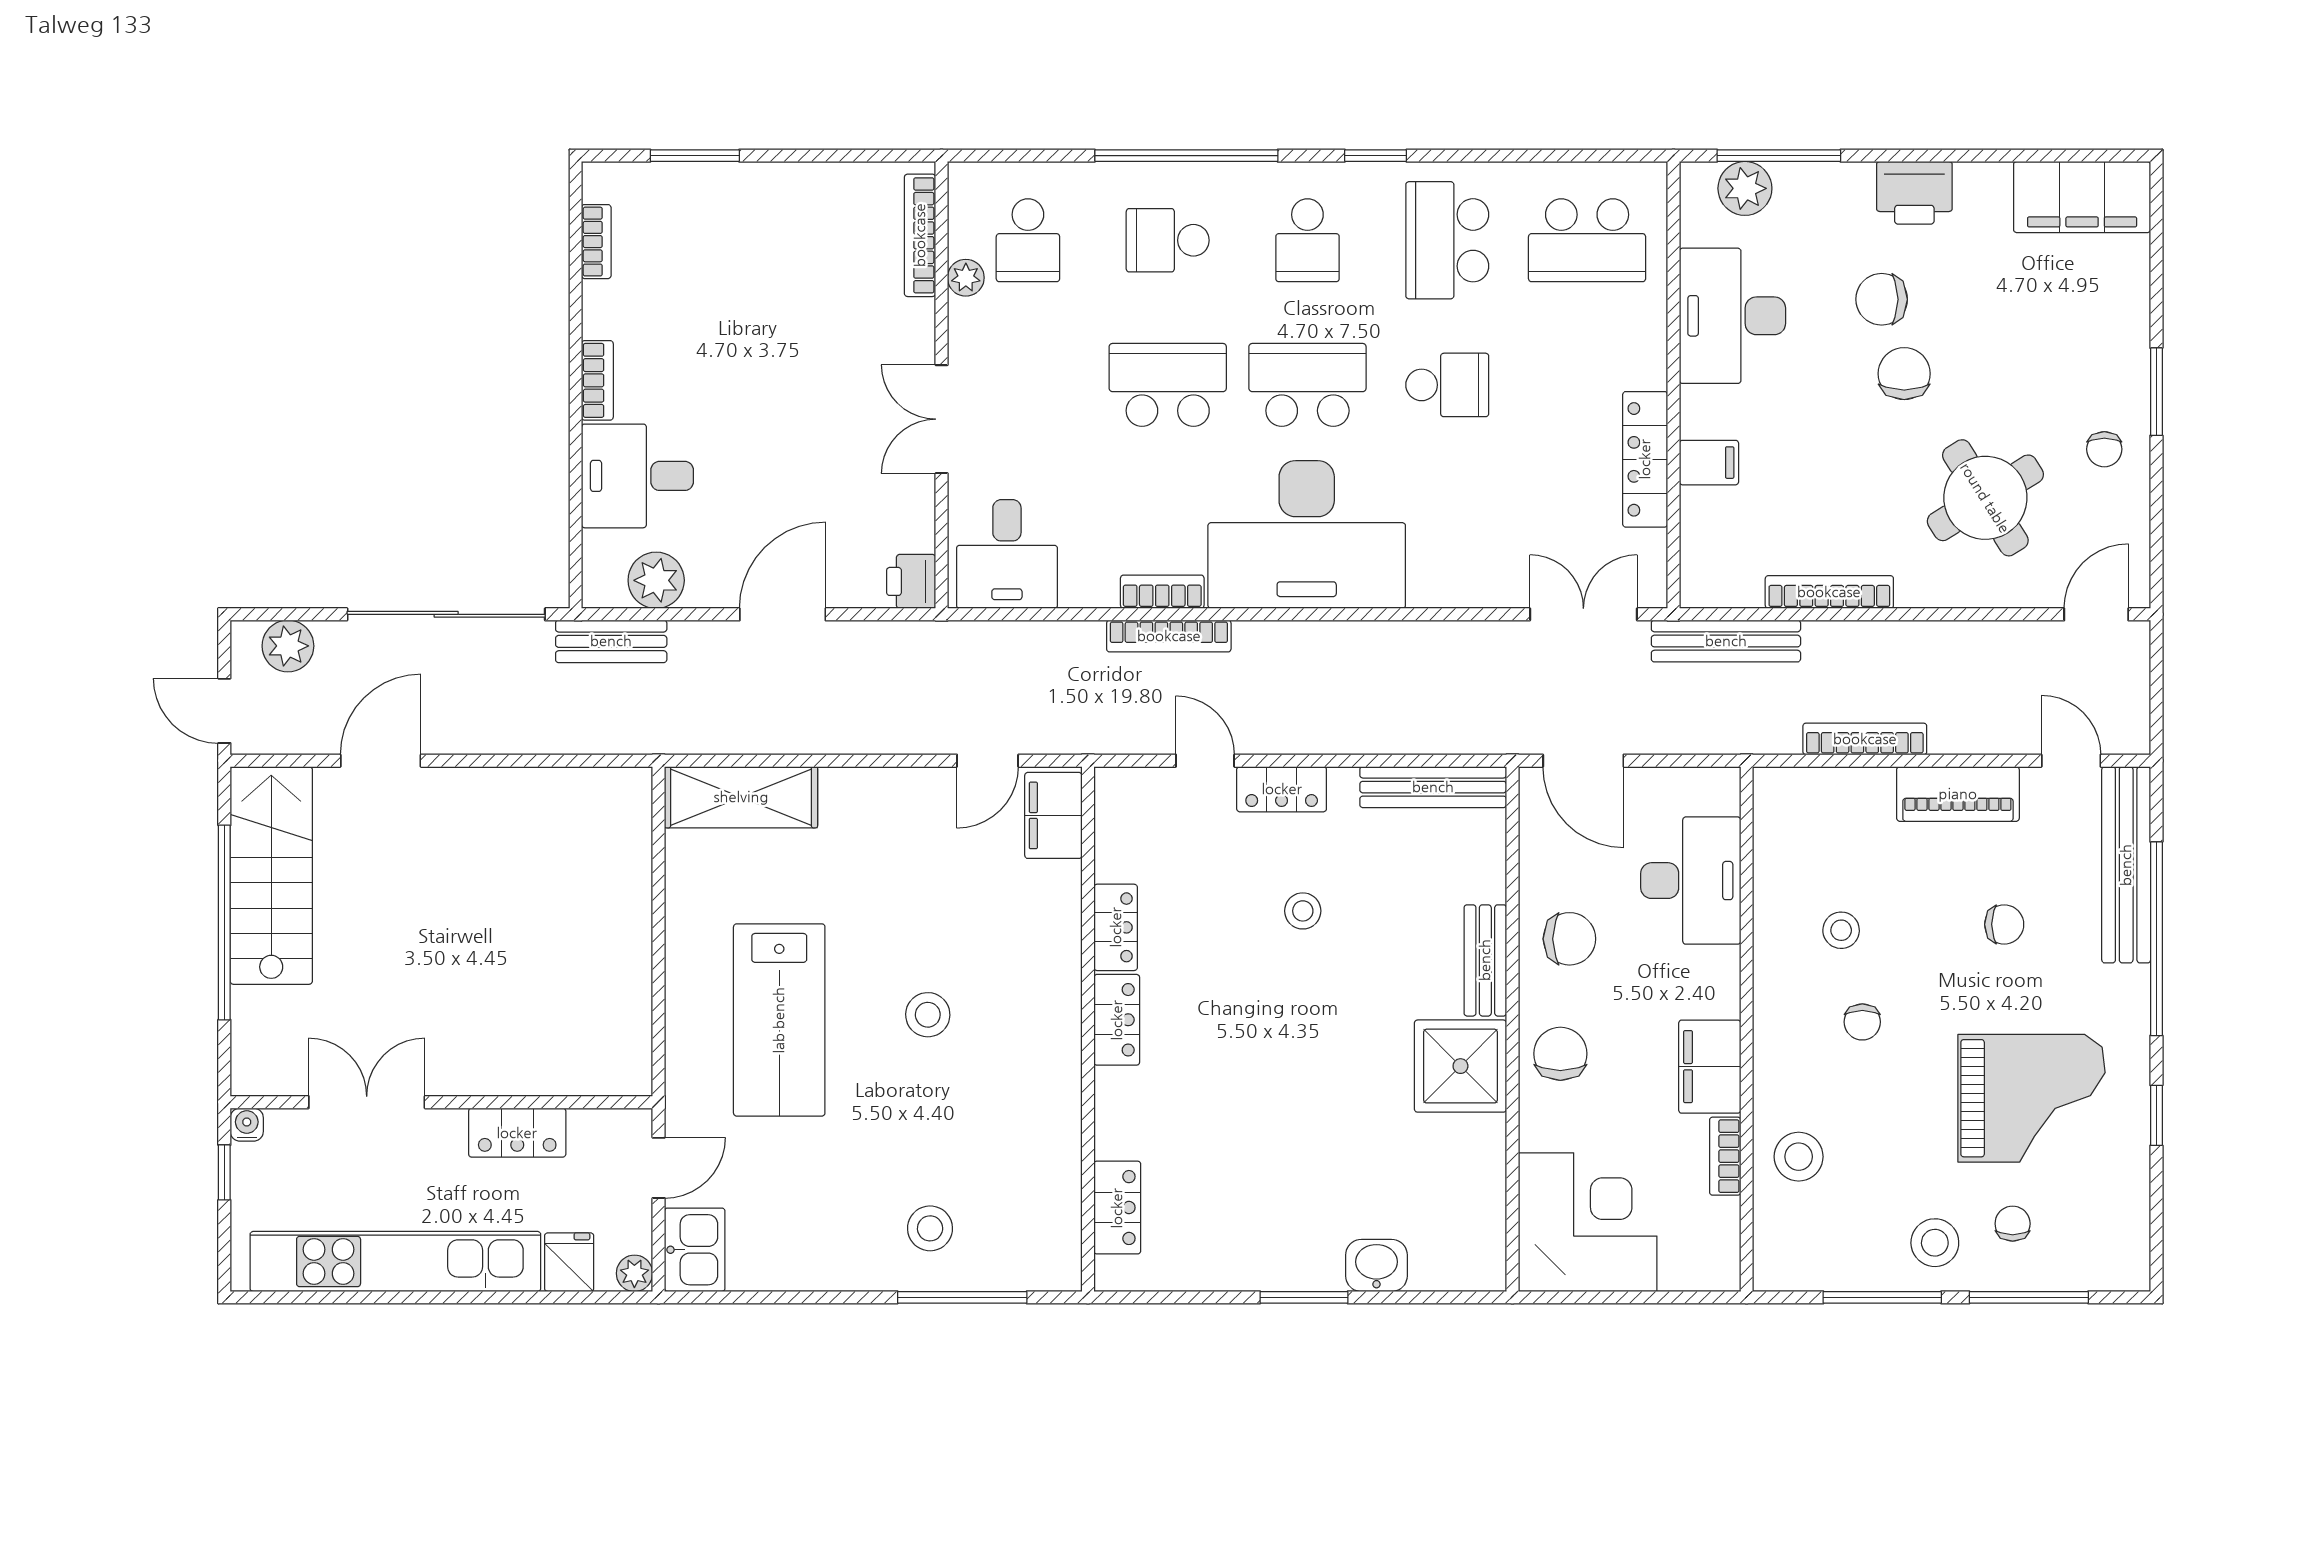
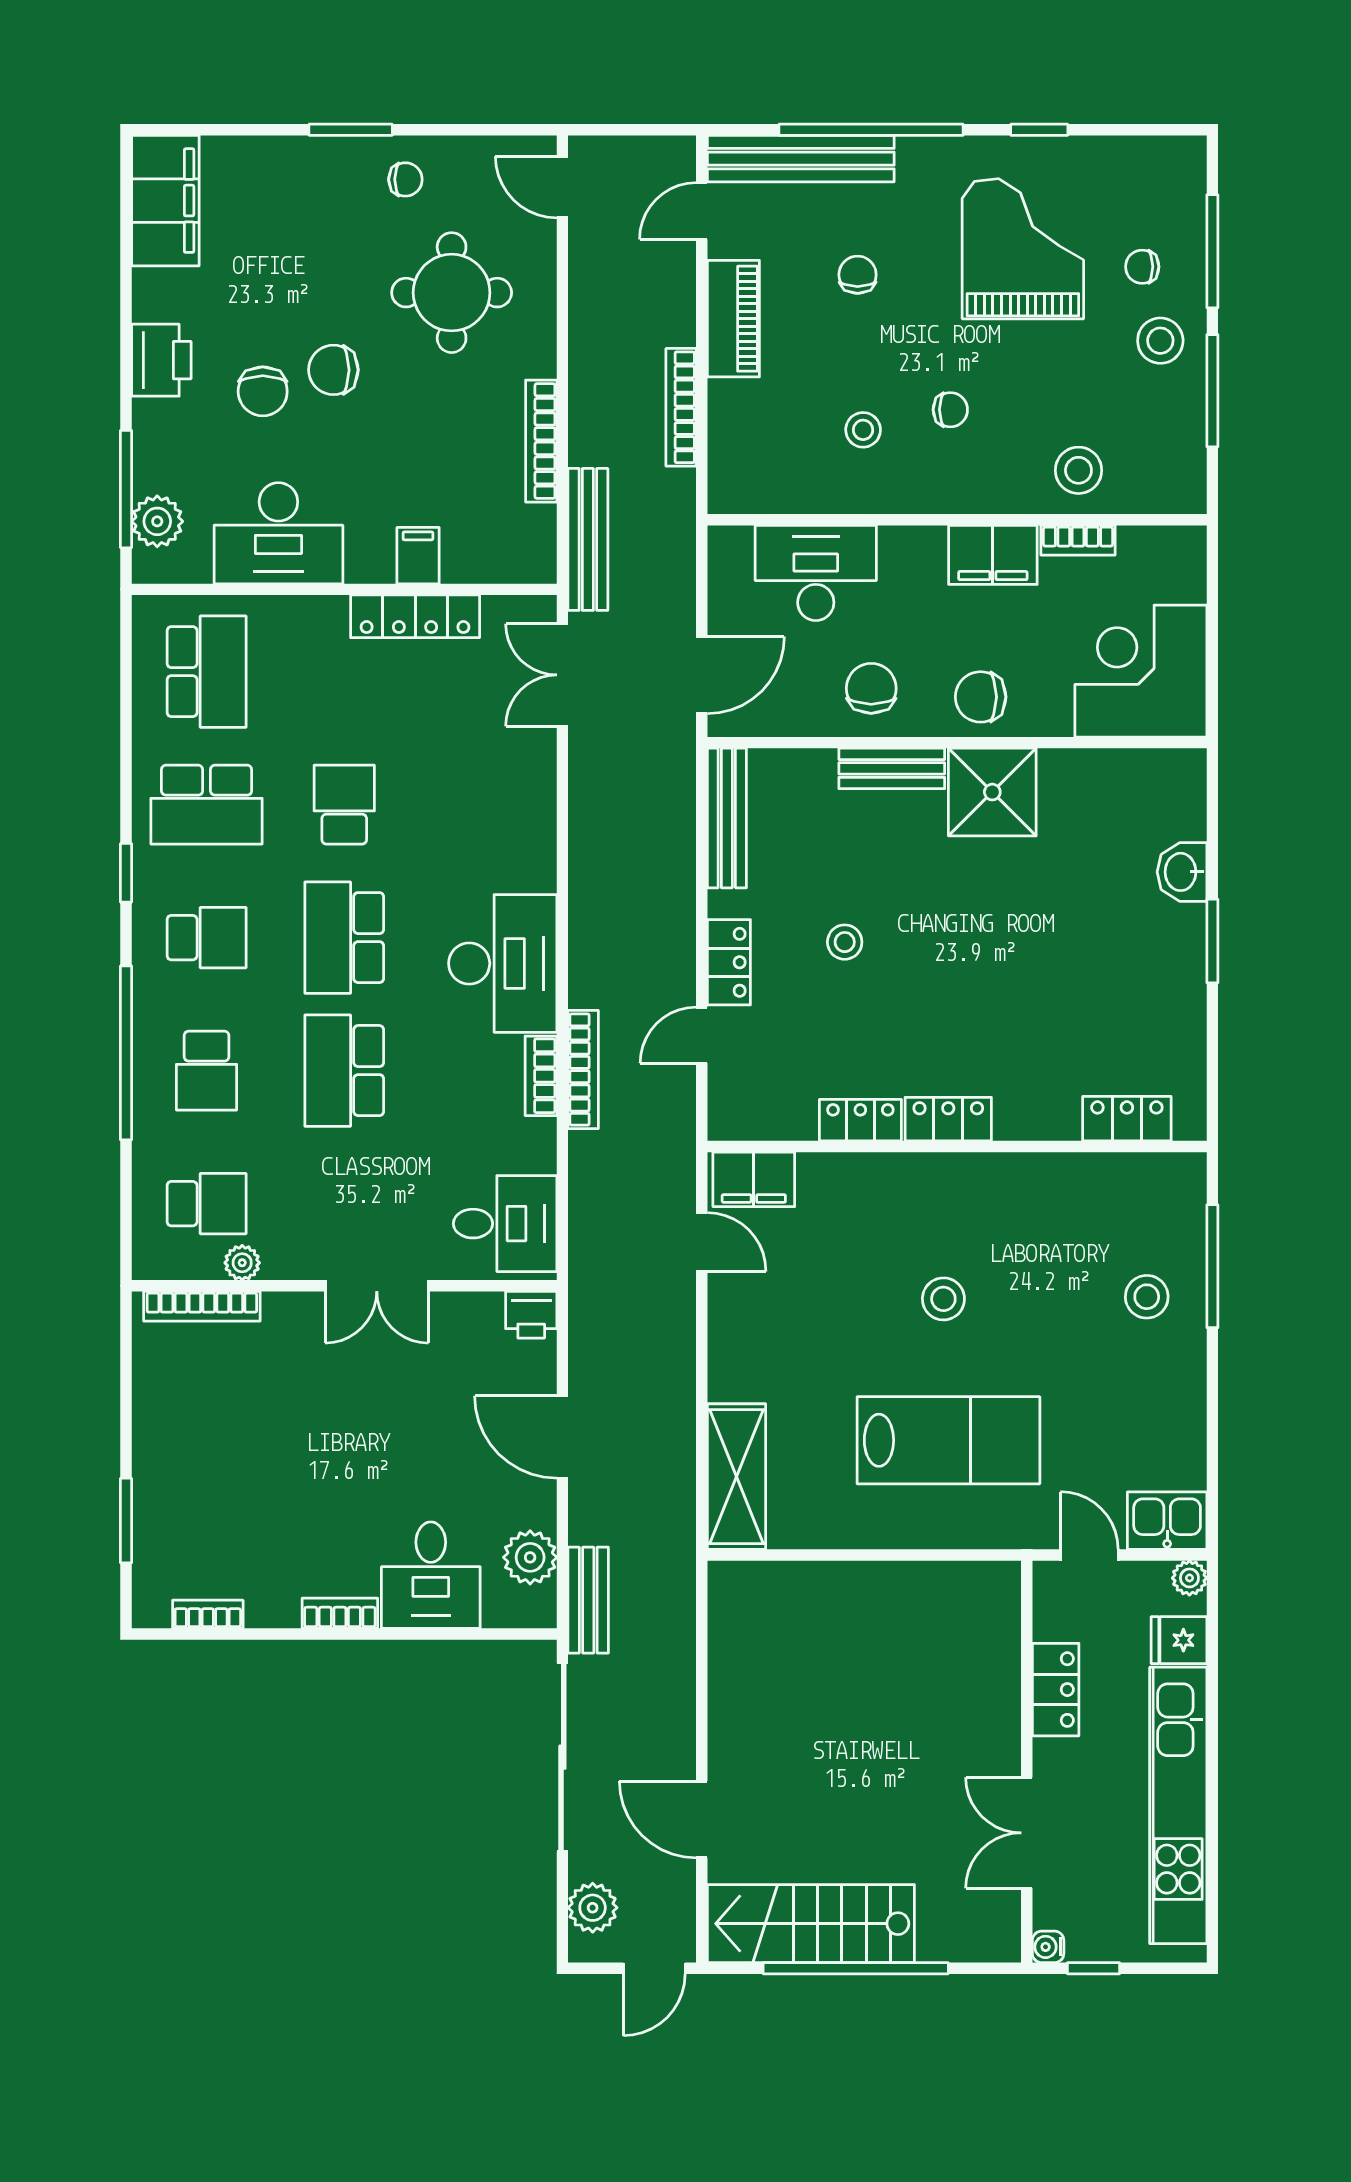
round table: (1985, 498) -> (452, 293), turned 32
desk: (1307, 534) -> (503, 963), width x0.73, depth x0.77

